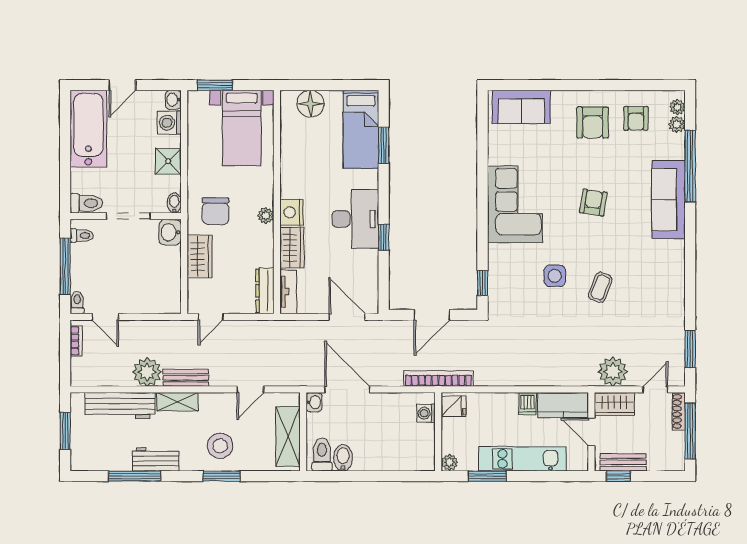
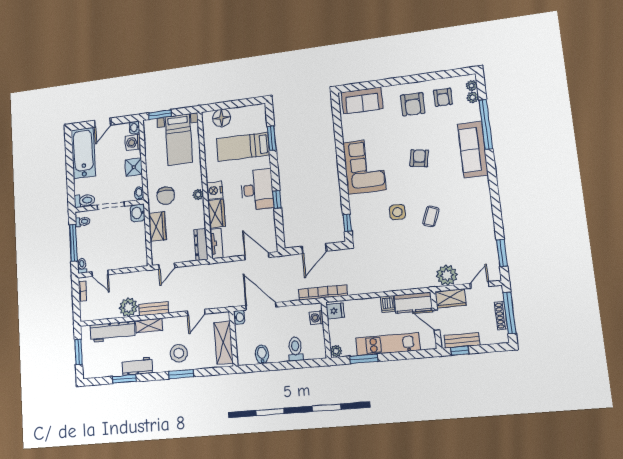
bed: (361, 129) -> (243, 147), moved, turned 90
shoe rack: (679, 411) -> (501, 316), moved
toilet: (322, 454) -> (295, 349), moved
window: (134, 476) -> (124, 379), width x0.69

